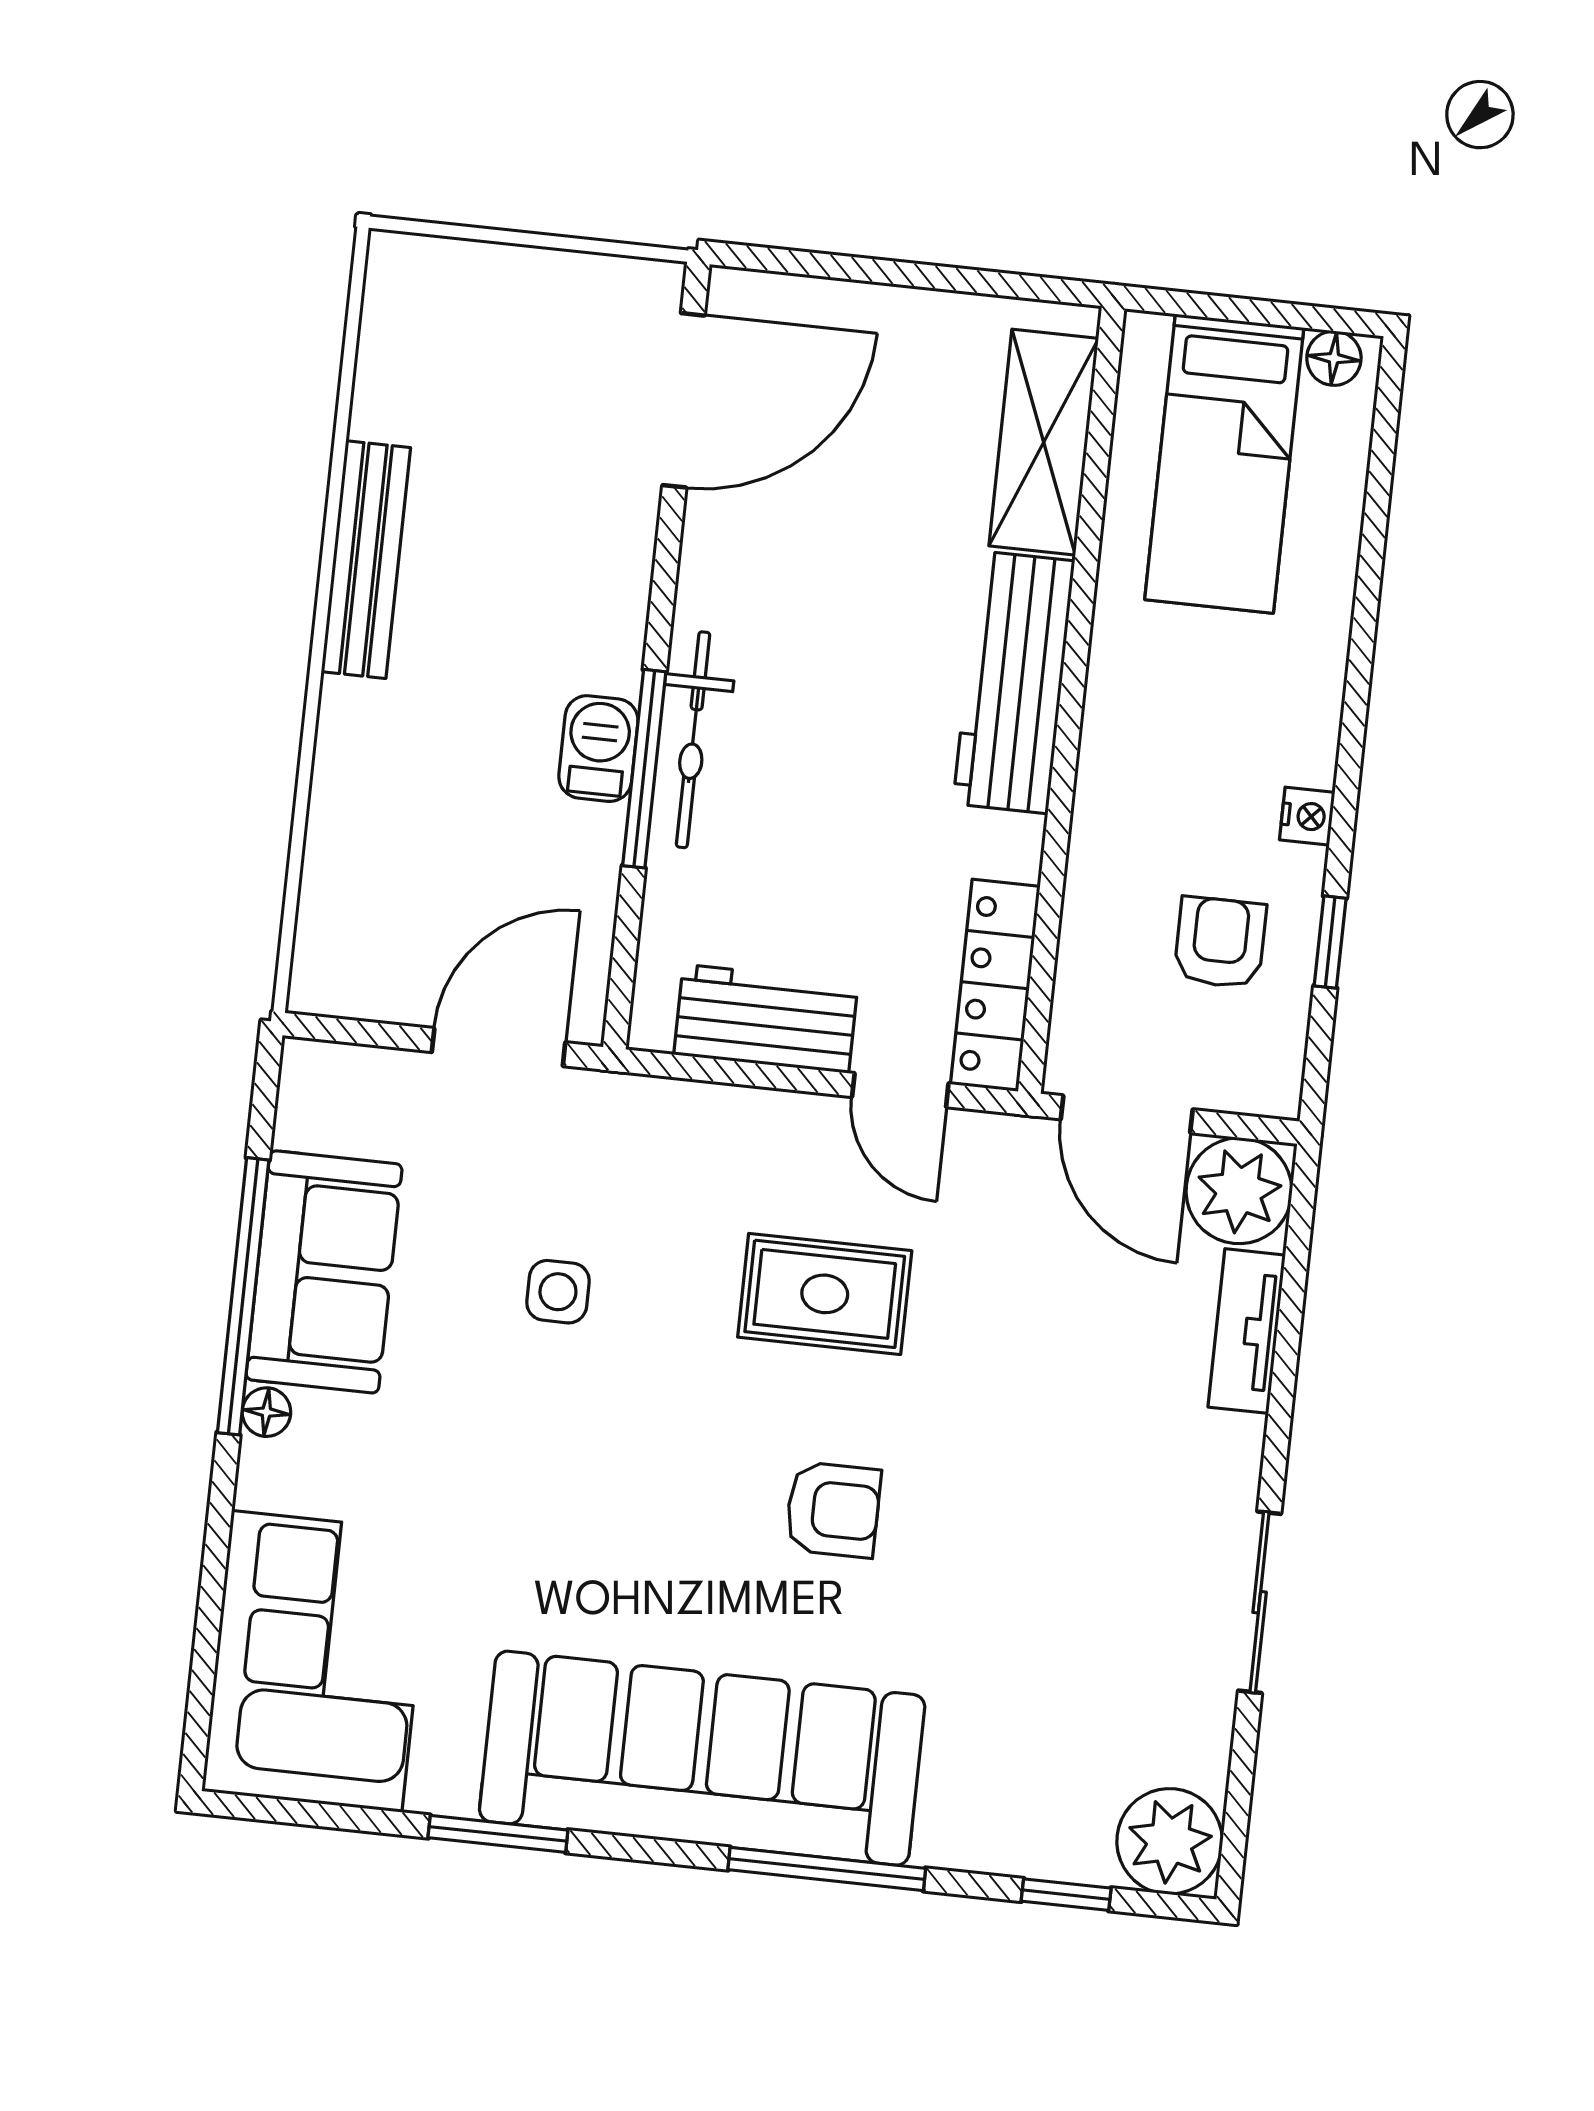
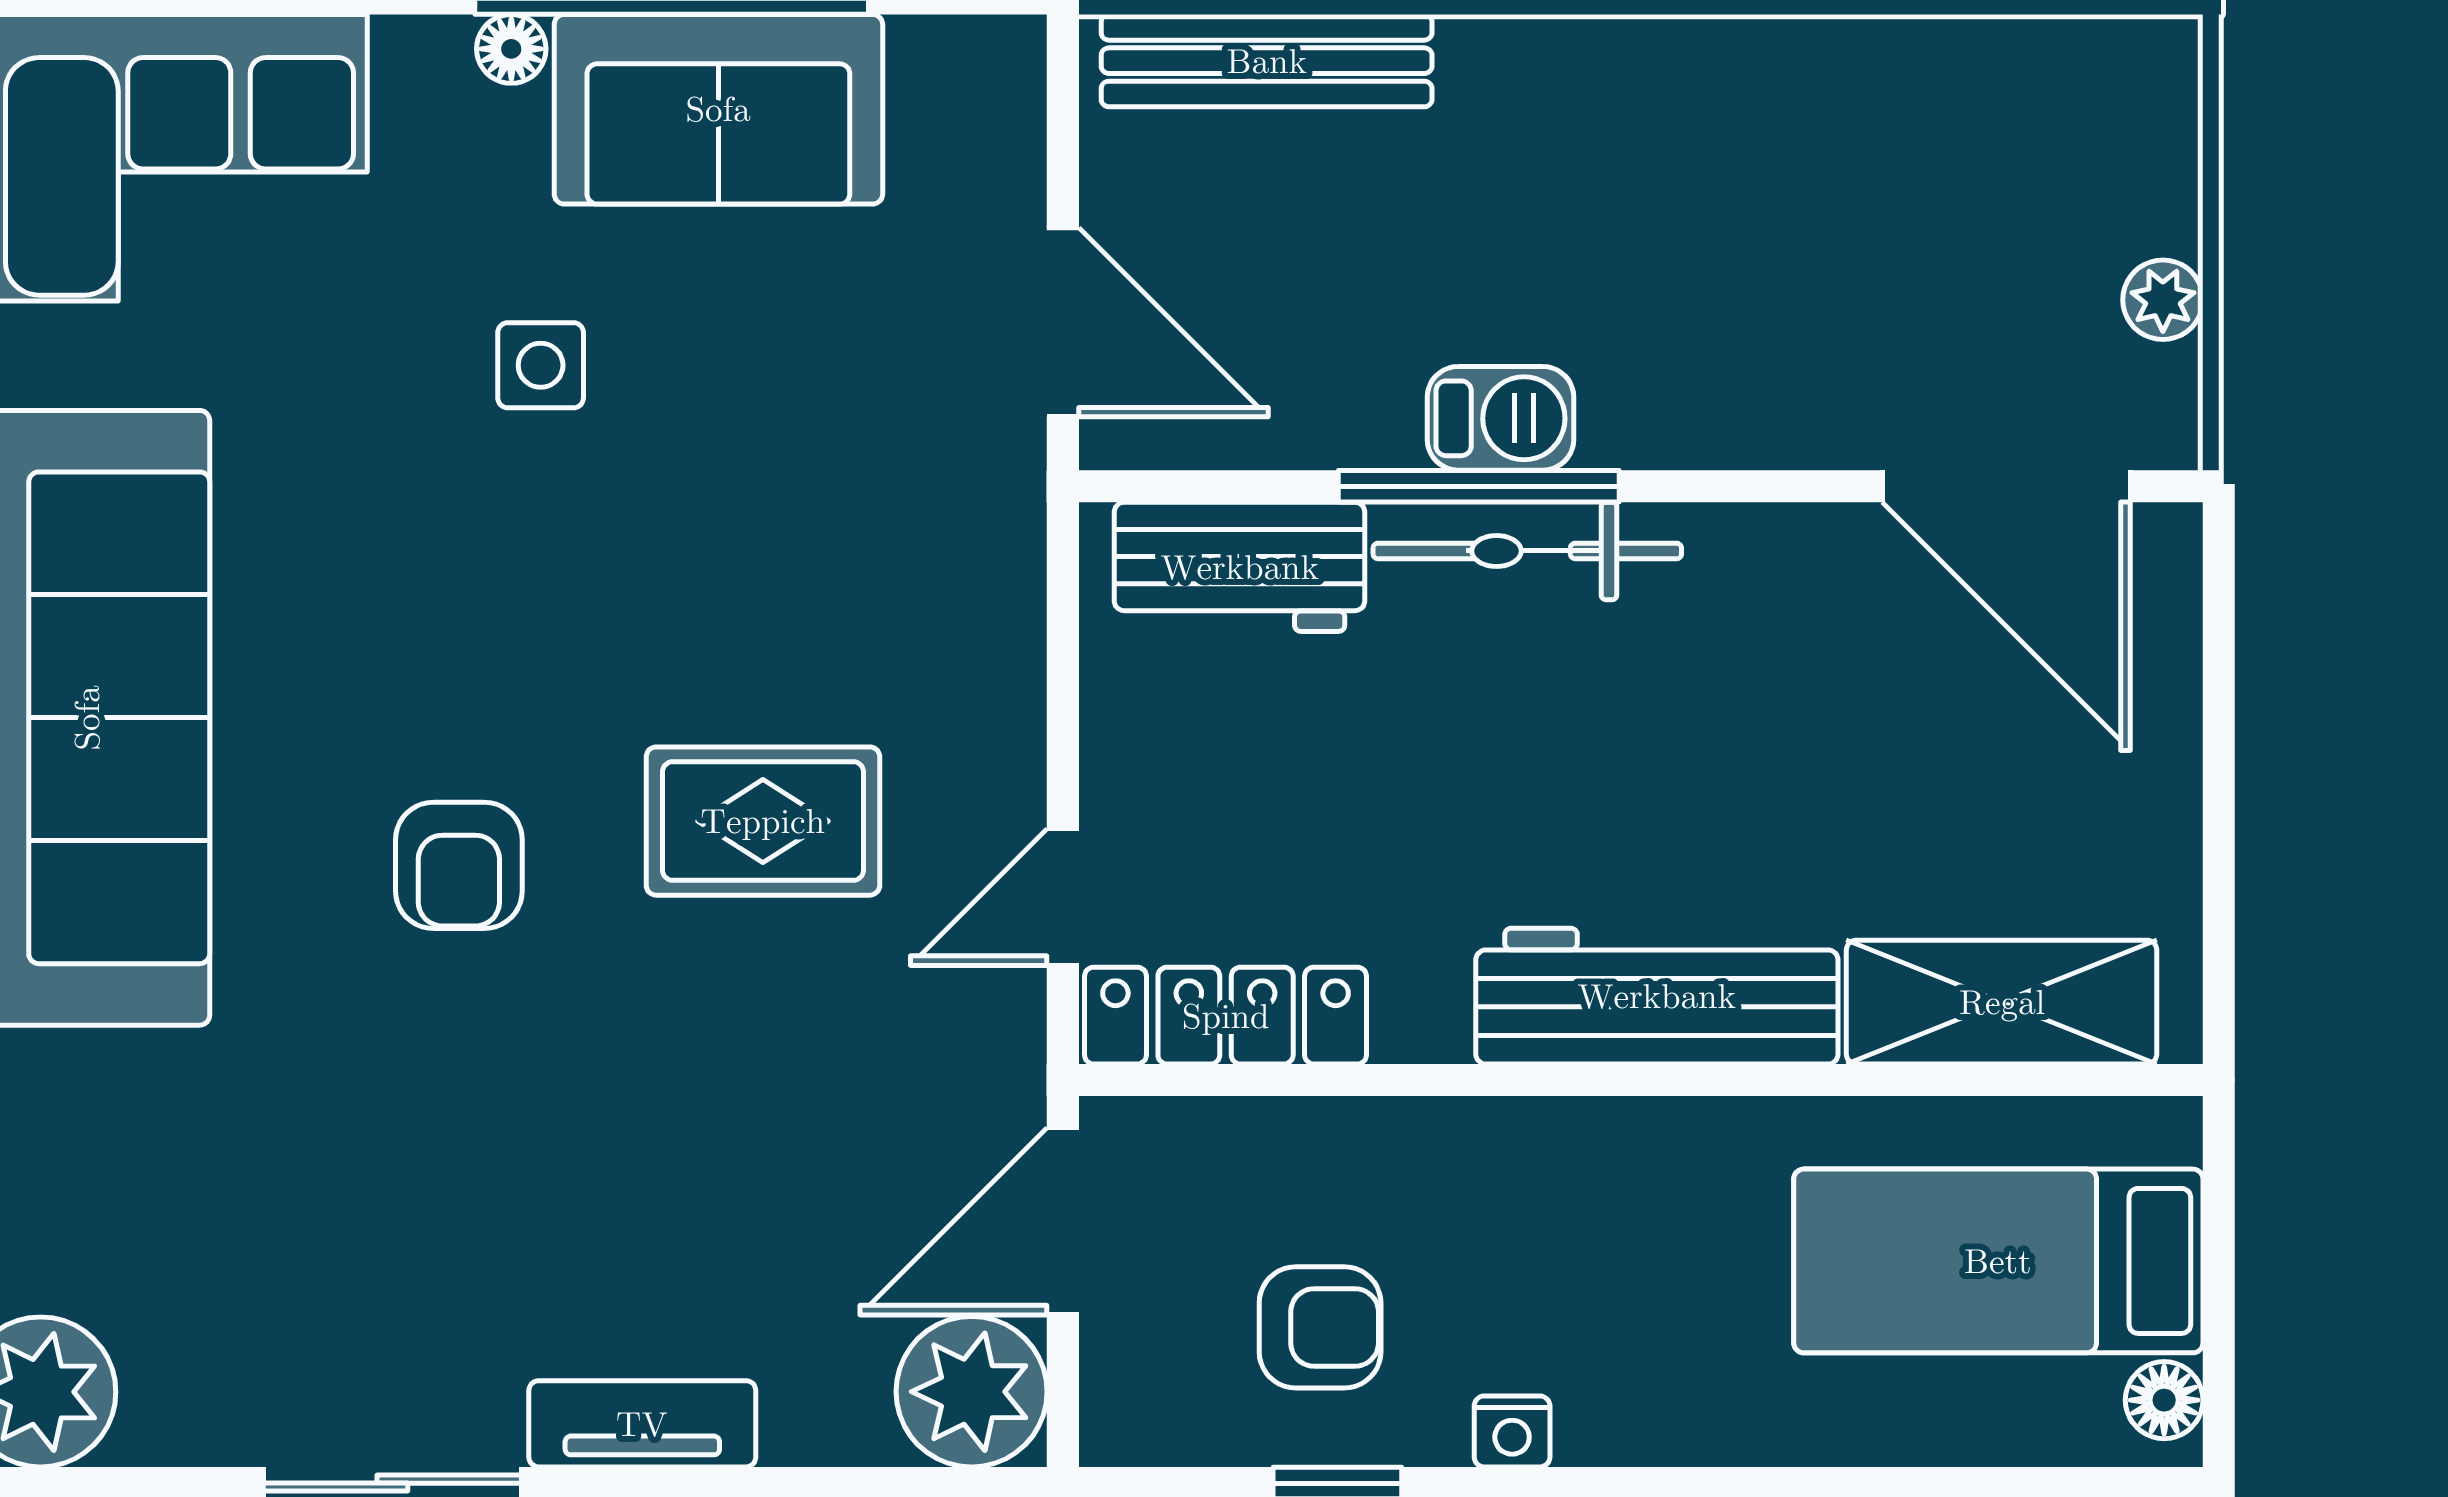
plant: (565, 277) -> (2163, 300), added
bench: (366, 560) -> (1267, 61), moved
workbench: (766, 1019) -> (1240, 567), moved, turned 90
side table: (558, 1292) -> (541, 365), moved
rug: (825, 1294) -> (763, 821), turned 90
tv unit: (1247, 1331) -> (642, 1424), moved

